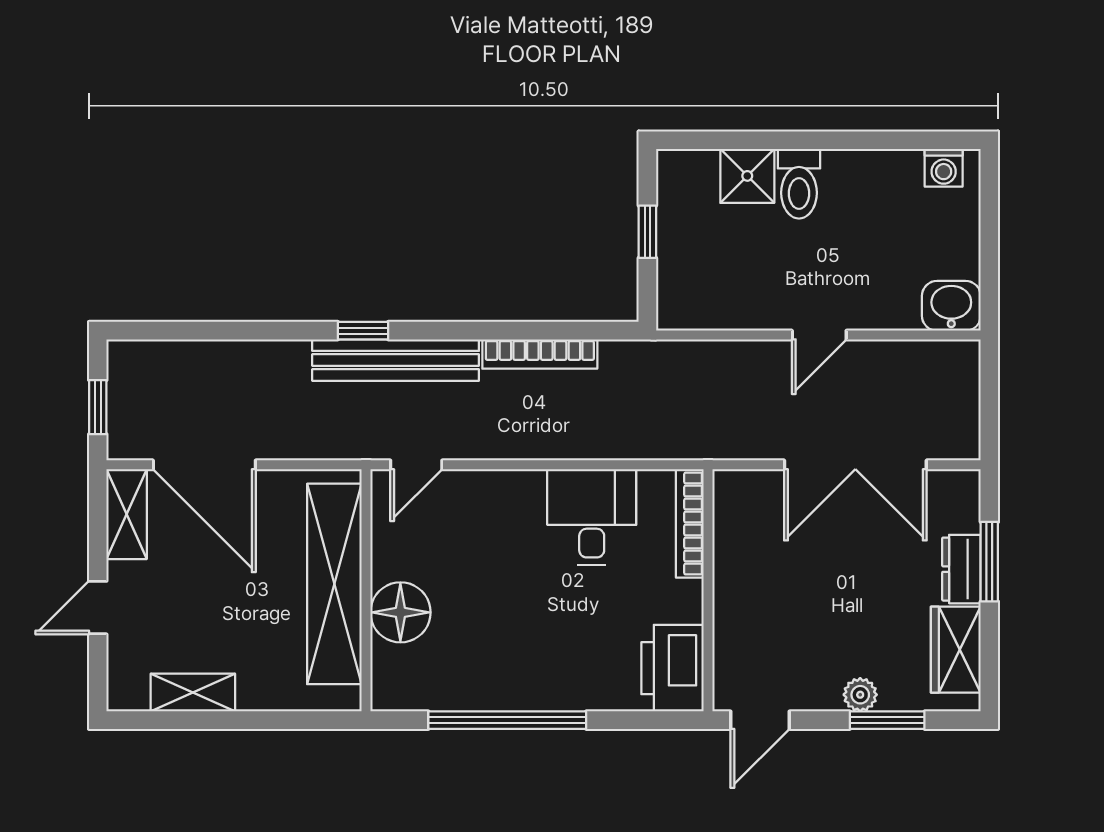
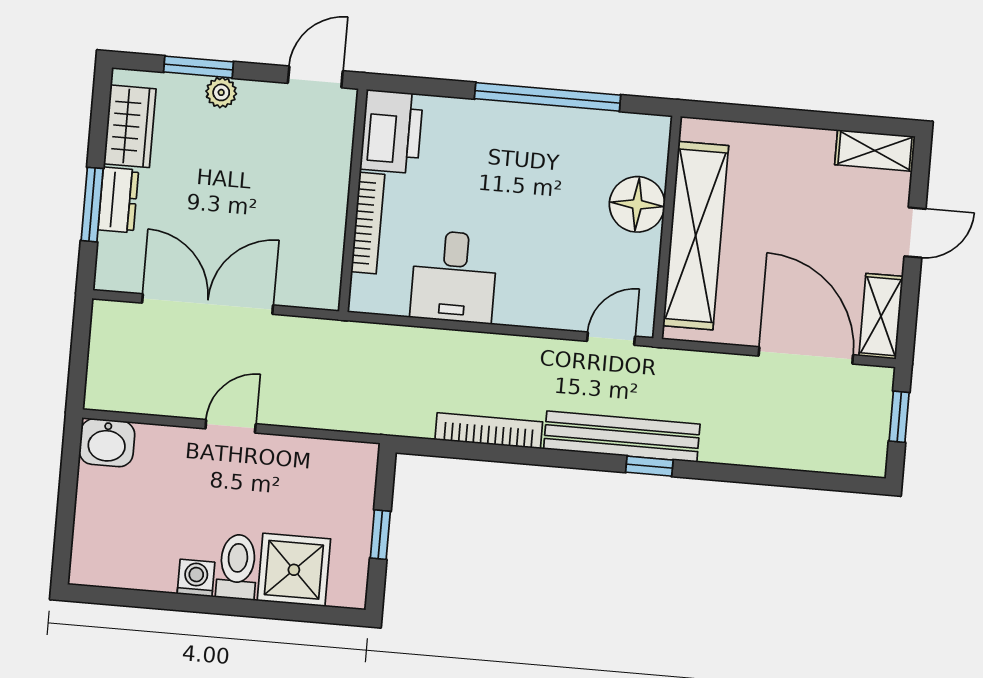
washing machine: (944, 168) -> (196, 578), moved
shower: (747, 176) -> (294, 570), width x1.36, depth x1.36
bookcase: (690, 524) -> (368, 223), moved
shelving: (193, 693) -> (875, 151), moved

